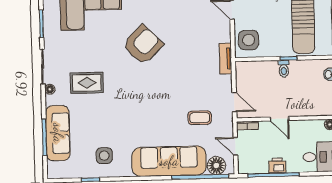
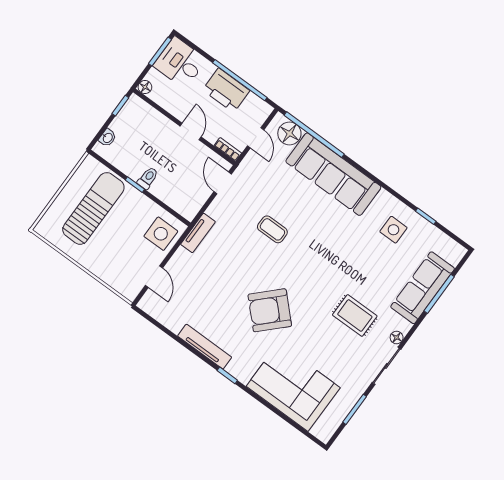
coffee table: (200, 118) -> (272, 229), moved
printer: (277, 166) -> (226, 90), width x1.87, depth x1.48

